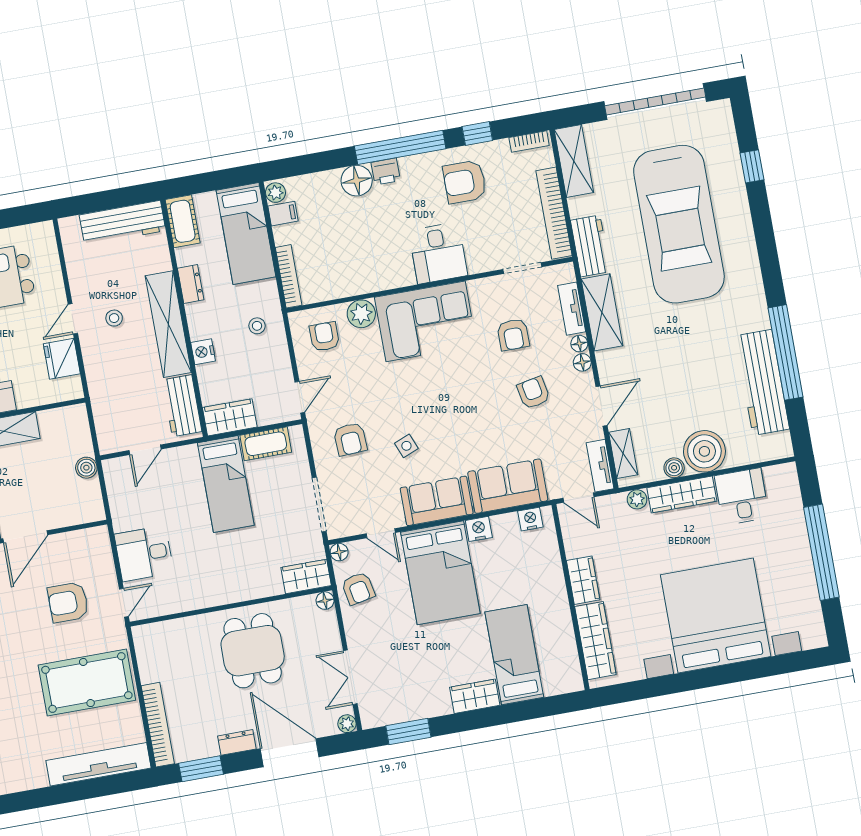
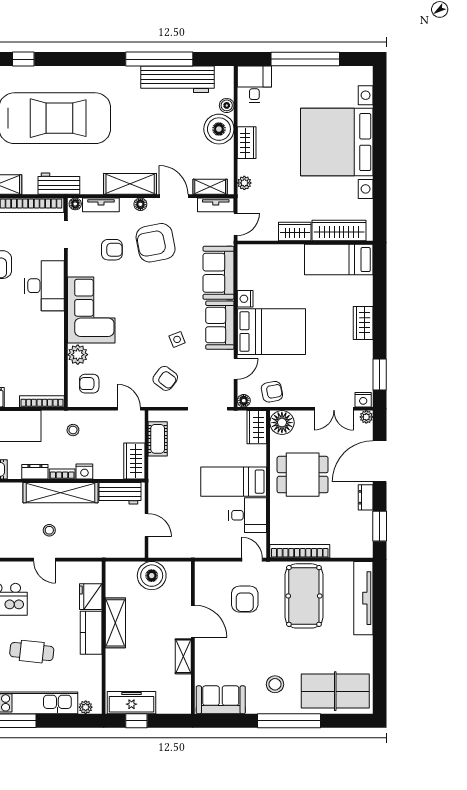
desk: (438, 253) -> (45, 286), width x1.37
shelving: (602, 312) -> (130, 184), moved
bookcase: (194, 322) -> (62, 474), added
floor lamp: (579, 344) -> (75, 204), moved
fridge: (62, 359) -> (91, 597), moved, turned 90
armchair: (533, 393) -> (156, 243), width x1.88, depth x1.88
armchair: (350, 439) -> (165, 378), turned 40
boiler: (86, 468) -> (152, 576), width x1.86, depth x1.86
boiler: (674, 468) -> (227, 105), moved
bed: (226, 484) -> (234, 482), moved, turned 180
wardrobe: (682, 495) -> (247, 143), width x0.67
desk: (742, 496) -> (254, 84), moved, turned 90
nightstand: (530, 519) -> (363, 400), moved, turned -90
desk: (144, 553) -> (248, 515), moved, turned -90
floor lamp: (325, 601) -> (282, 423), width x1.89, depth x1.89
bed: (514, 655) -> (339, 260), moved
bookcase: (158, 725) -> (300, 551), moved

